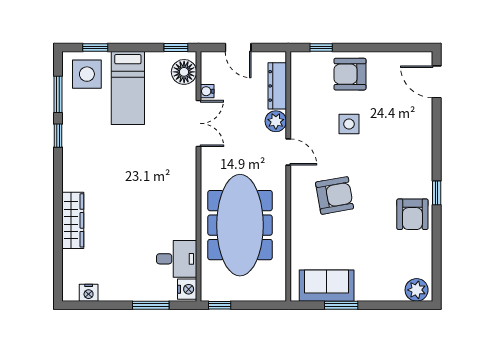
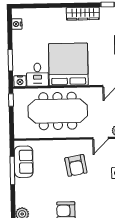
bed: (160, 205) -> (68, 64), added
wardrobe: (73, 220) -> (83, 14), moved
window: (341, 305) -> (12, 170), width x1.44

